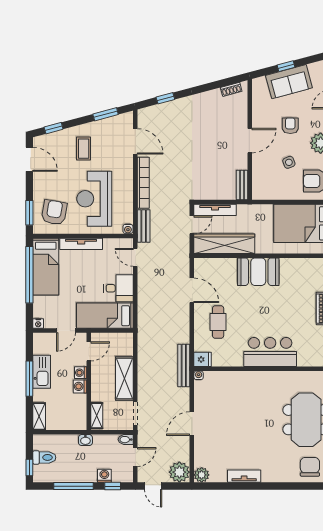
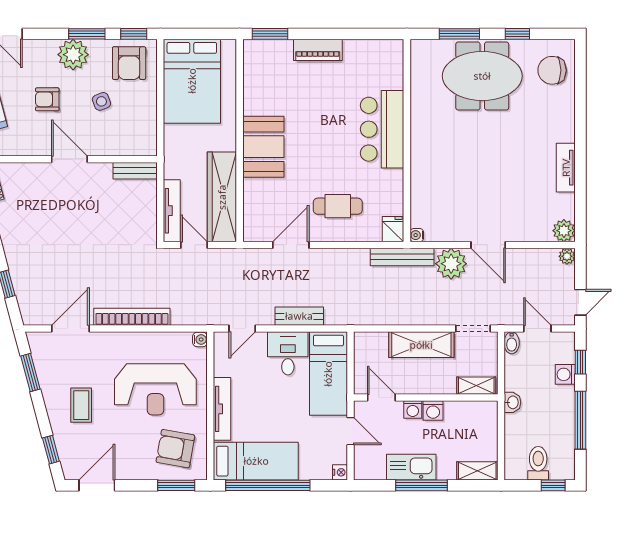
coffee table: (84, 149) -> (81, 405), turned 90
bench: (144, 226) -> (299, 316), moved
plant: (179, 399) -> (451, 264), added
plant: (179, 472) -> (567, 256), width x0.53, depth x0.53

